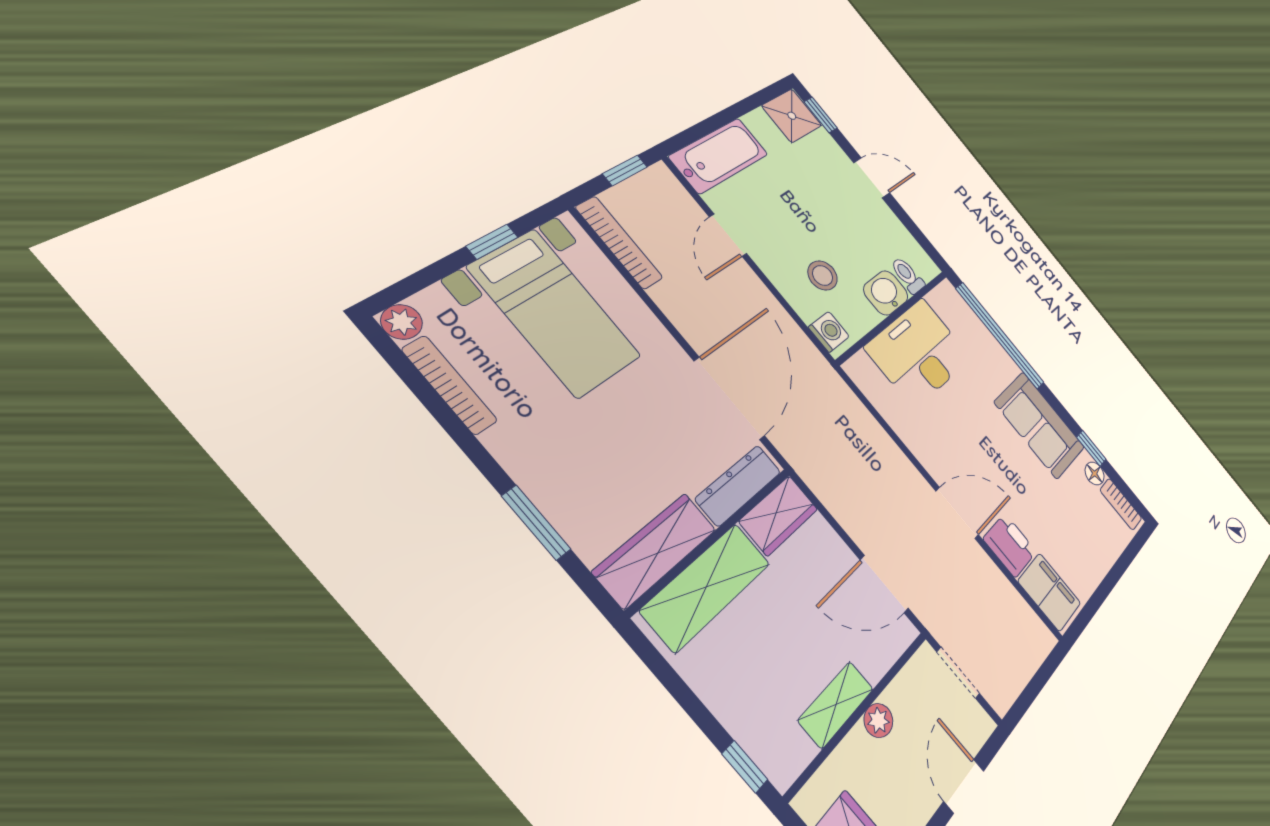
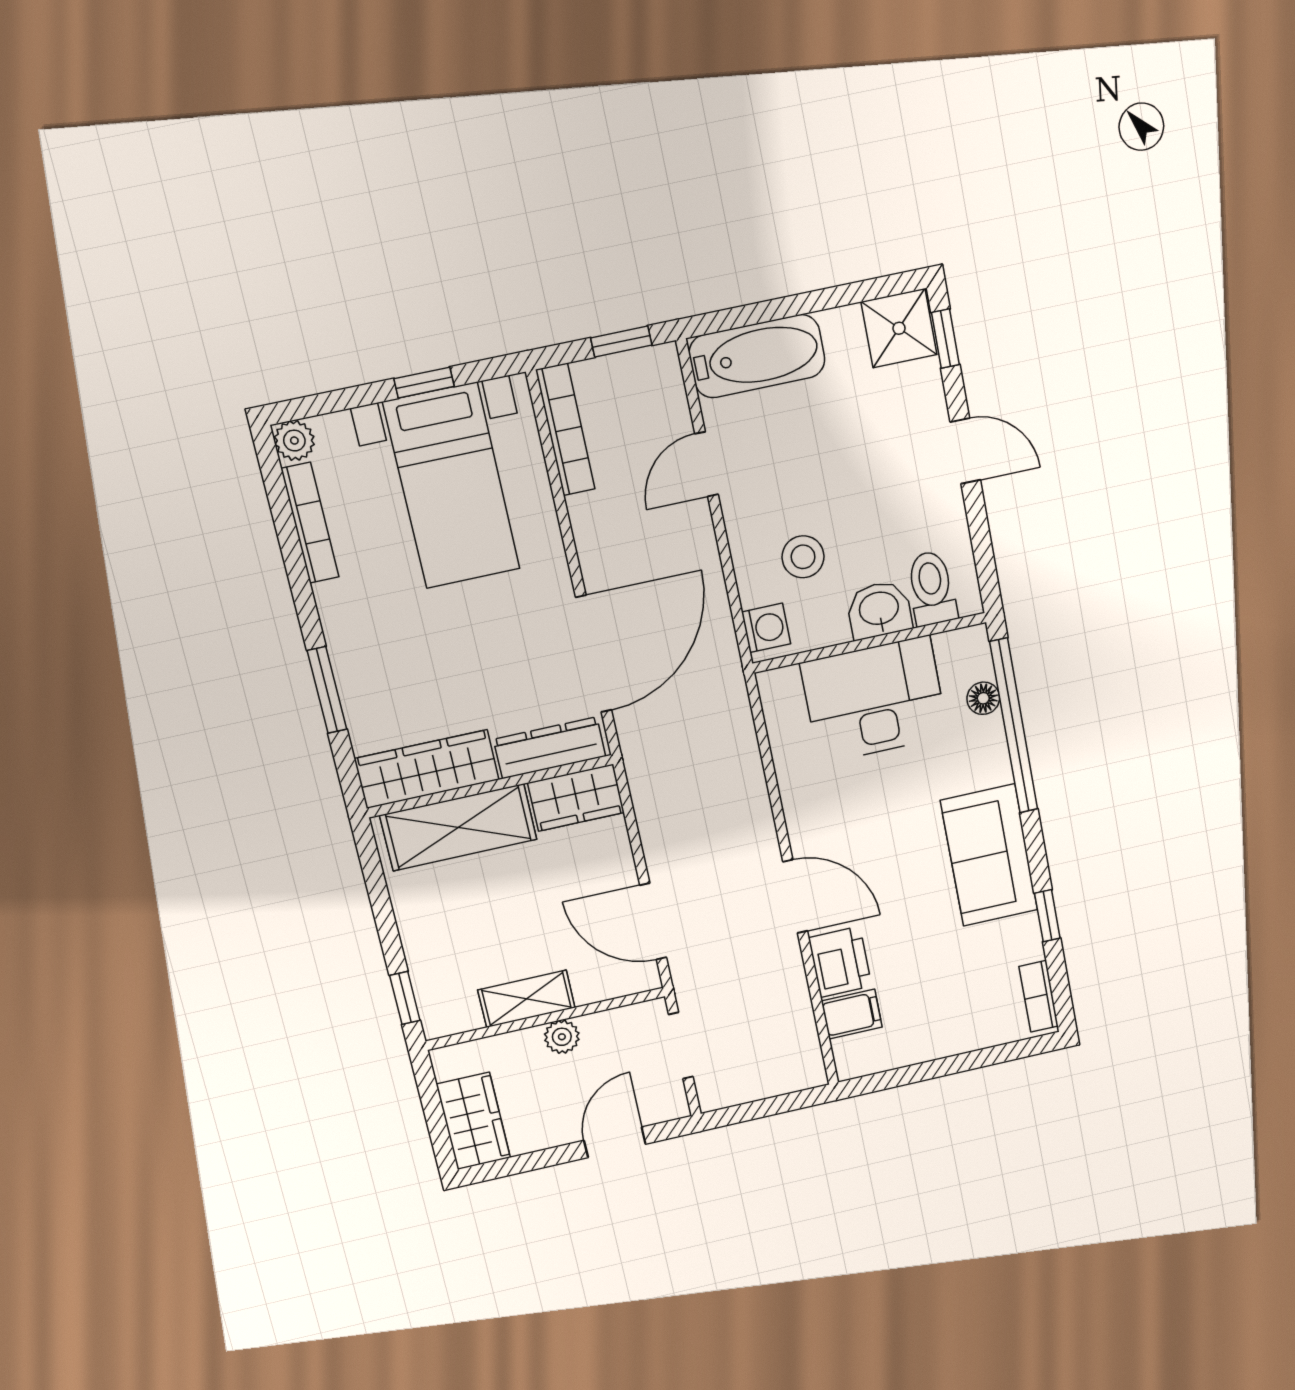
toilet: (908, 275) -> (932, 588), width x1.37, depth x1.39
floor lamp: (1095, 473) -> (983, 698), moved
filing cabinet: (1049, 592) -> (852, 1014), width x0.50

